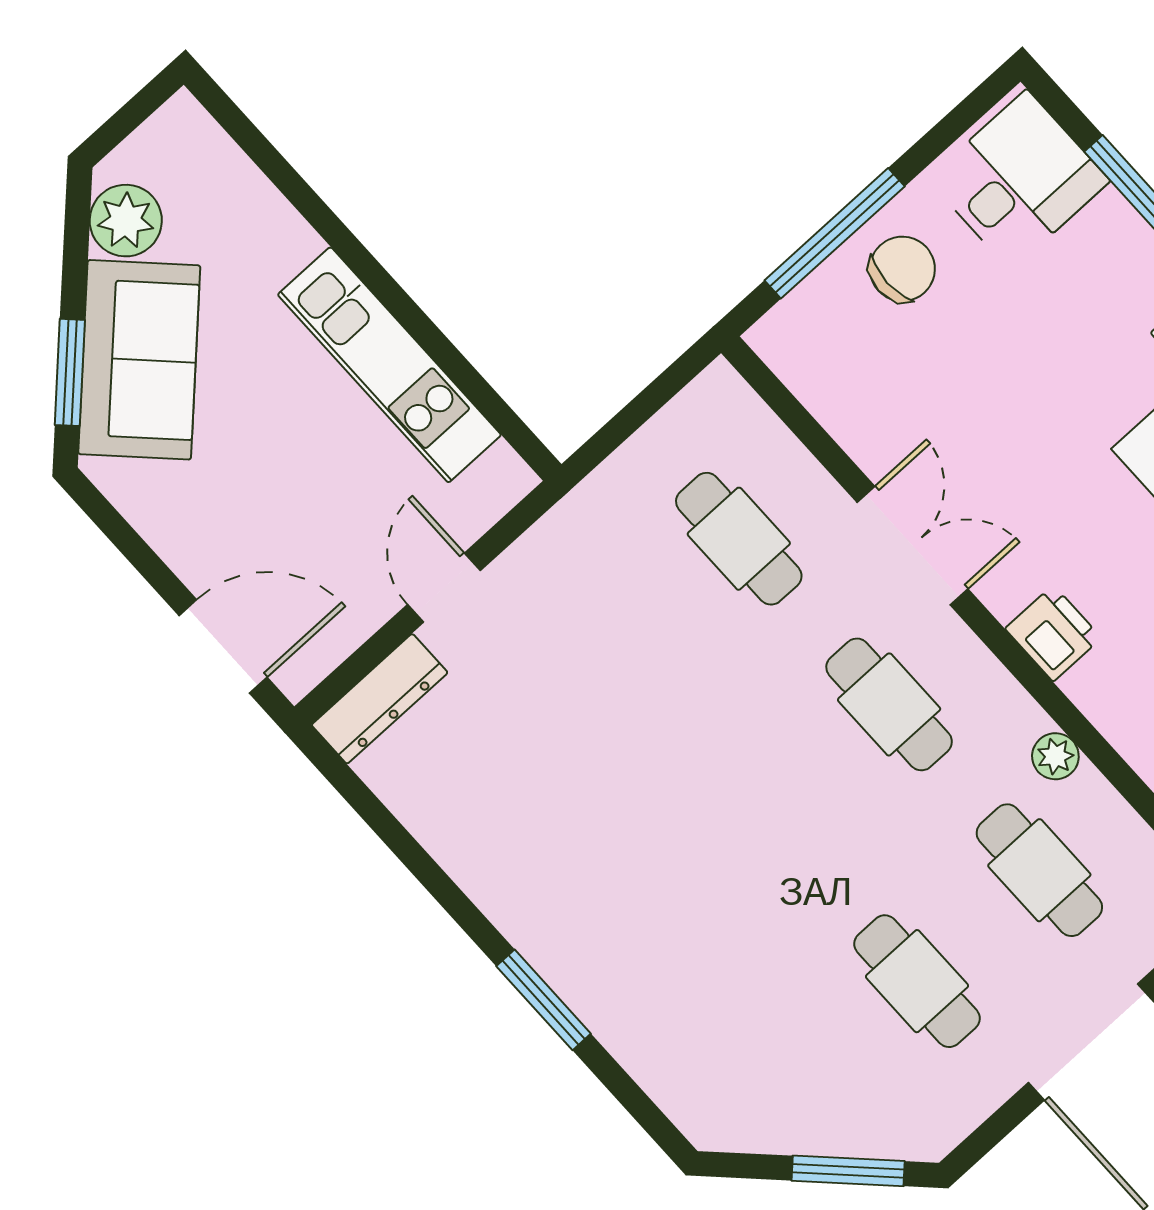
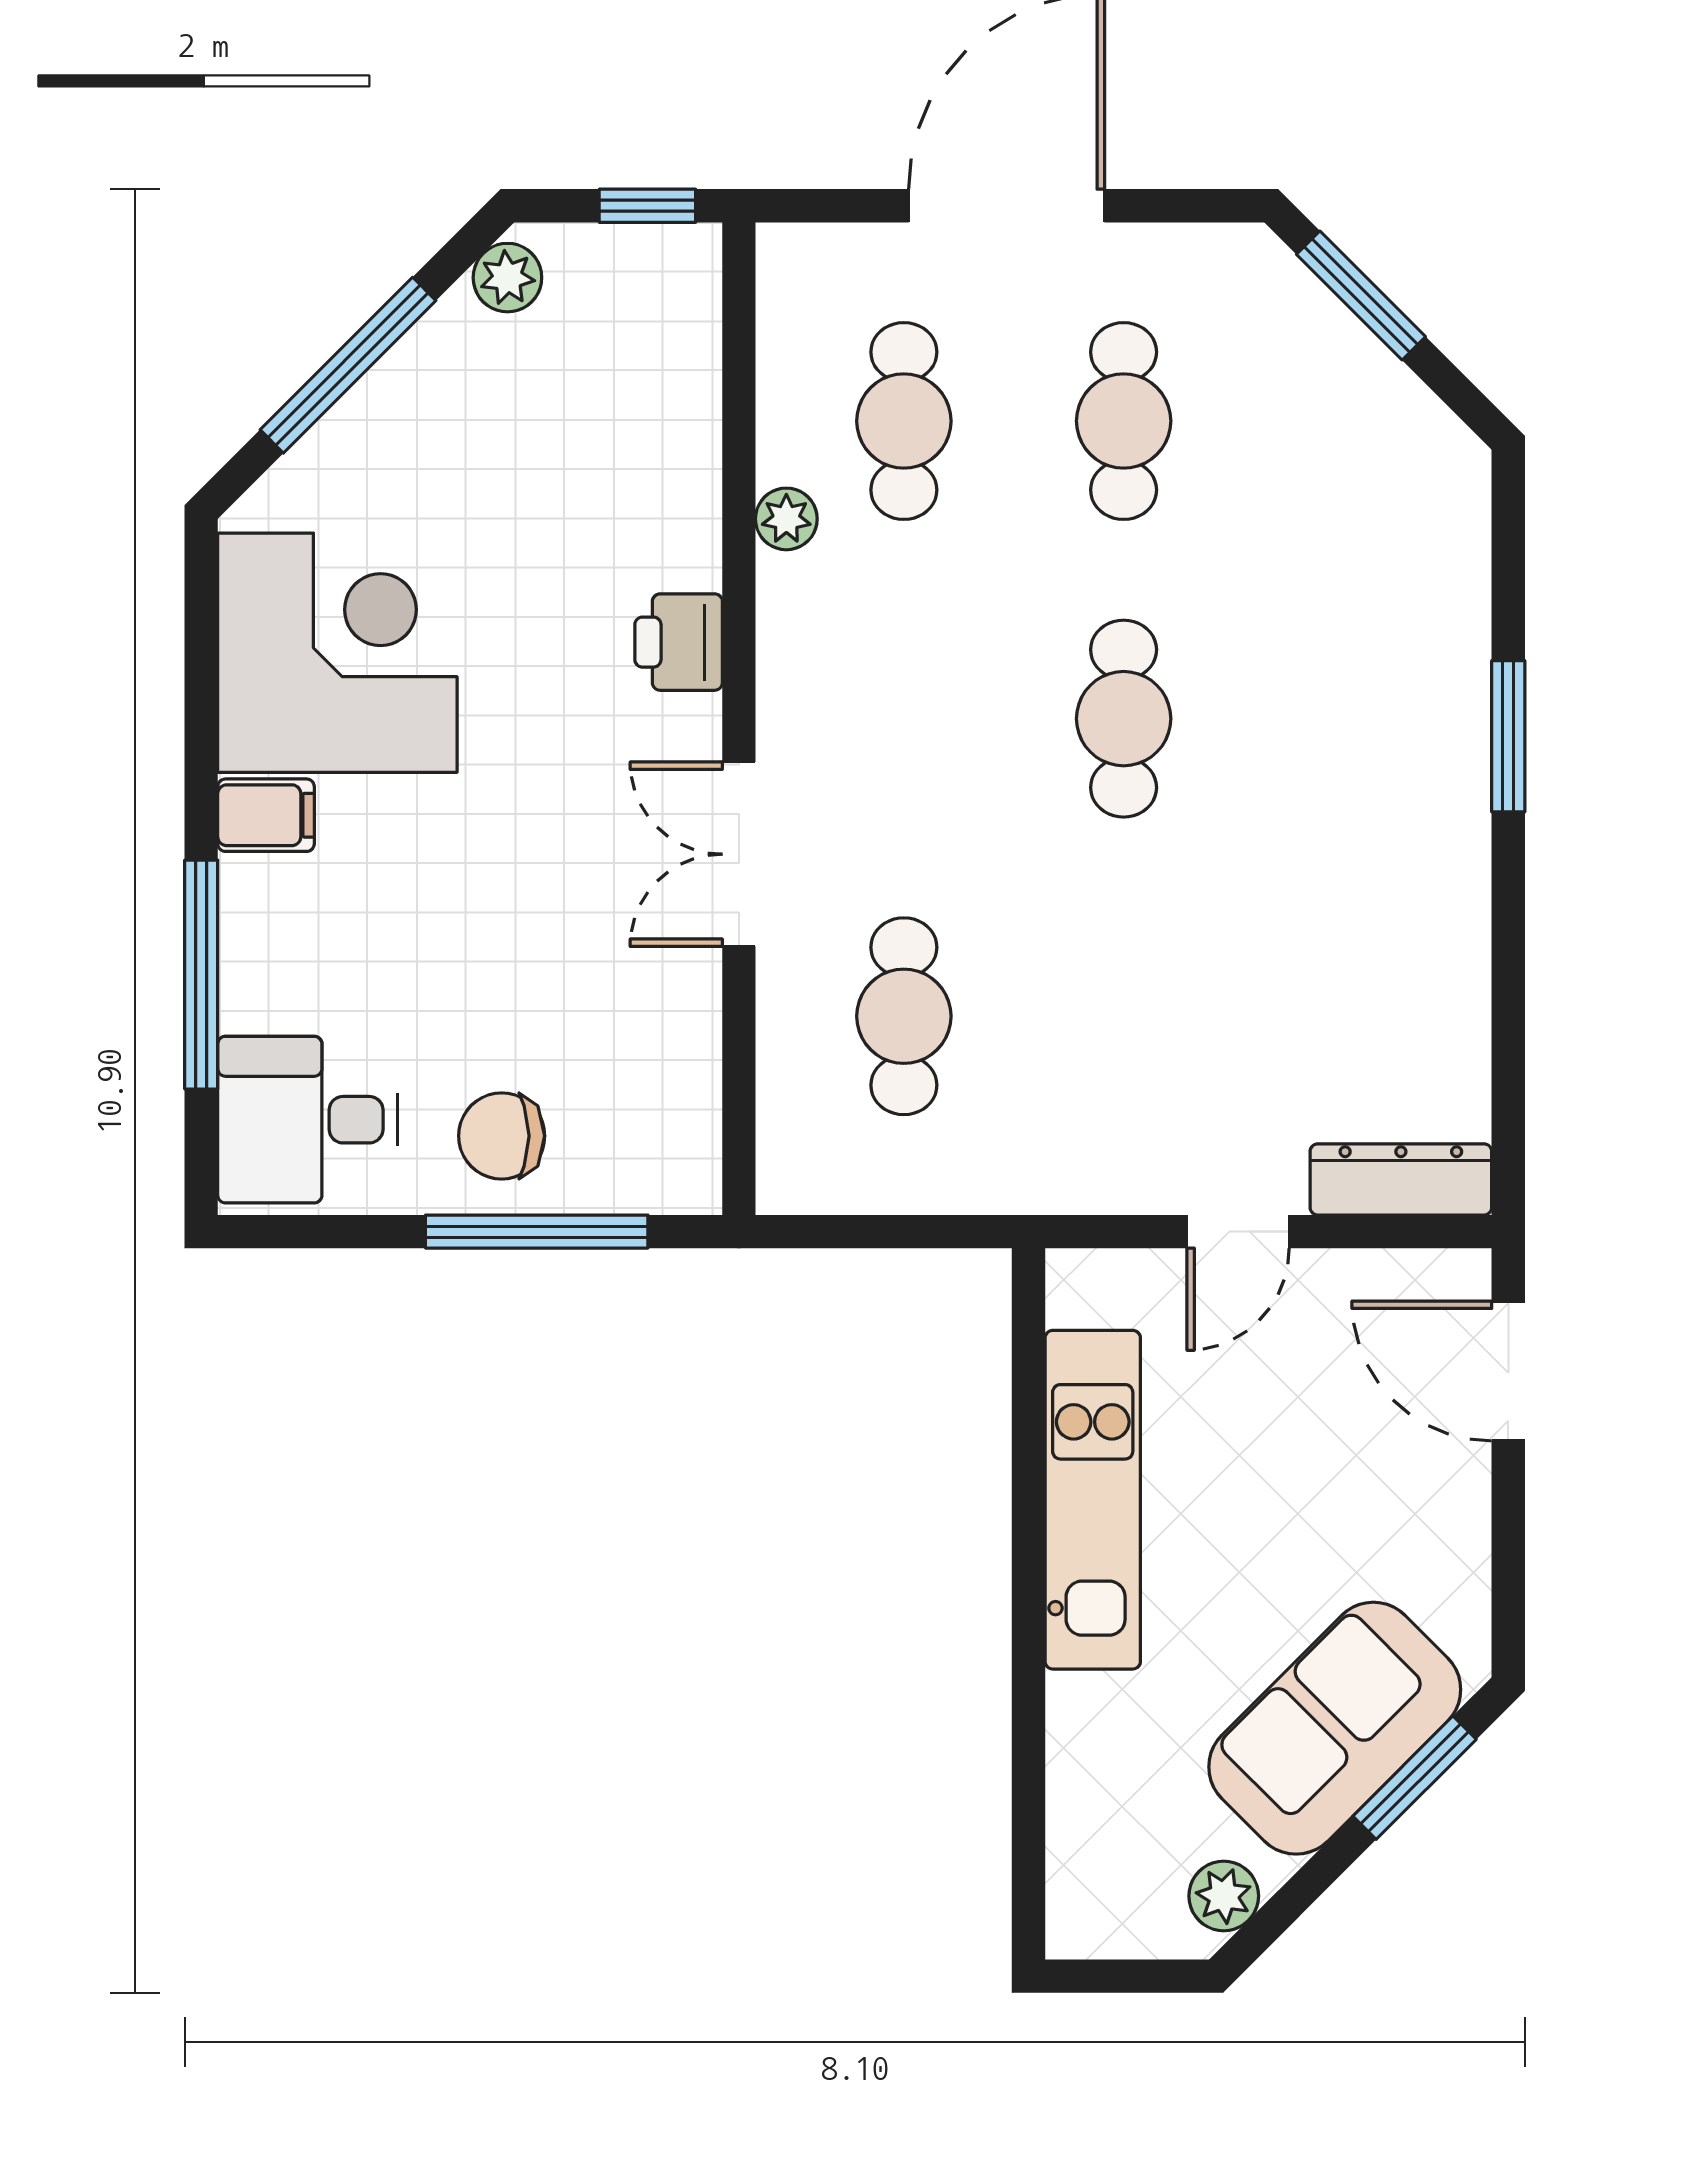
plant: (126, 221) -> (1224, 1896), width x0.73, depth x0.73
cafe table: (889, 704) -> (1124, 719), moved

